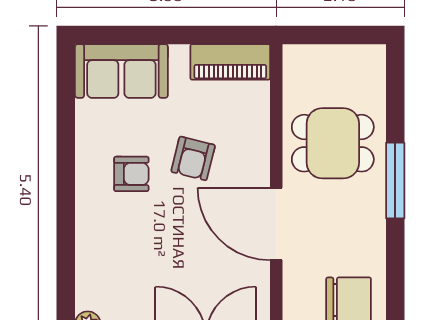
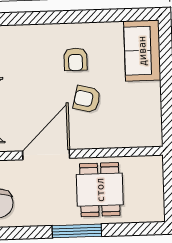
piano: (230, 62) -> (150, 121), removed

